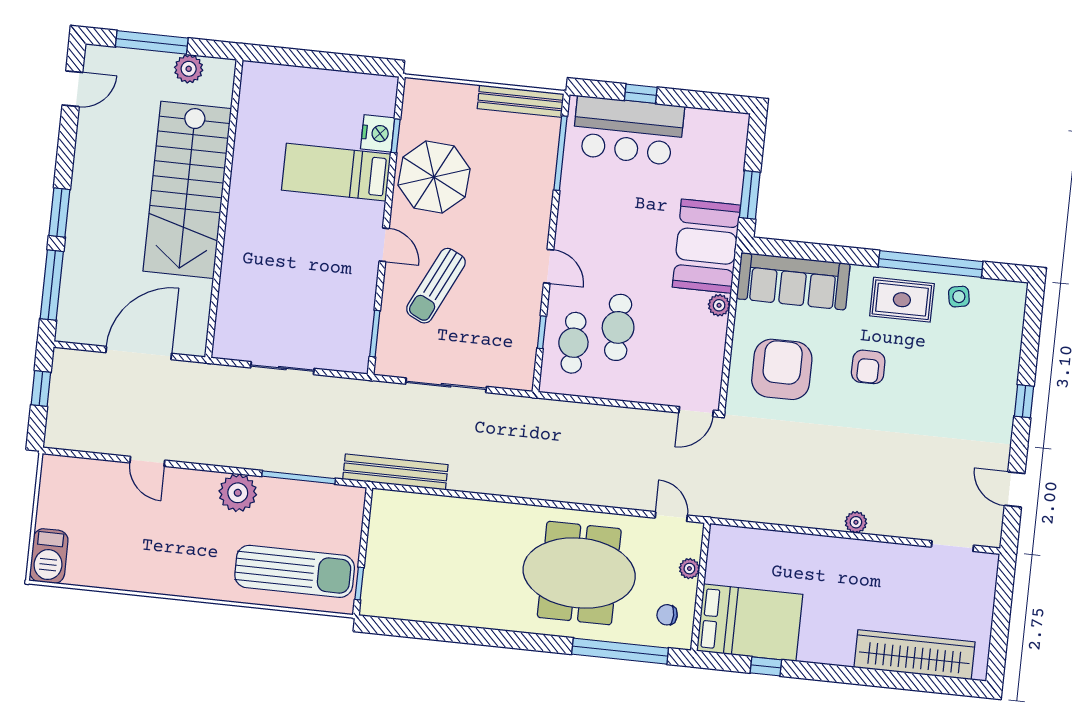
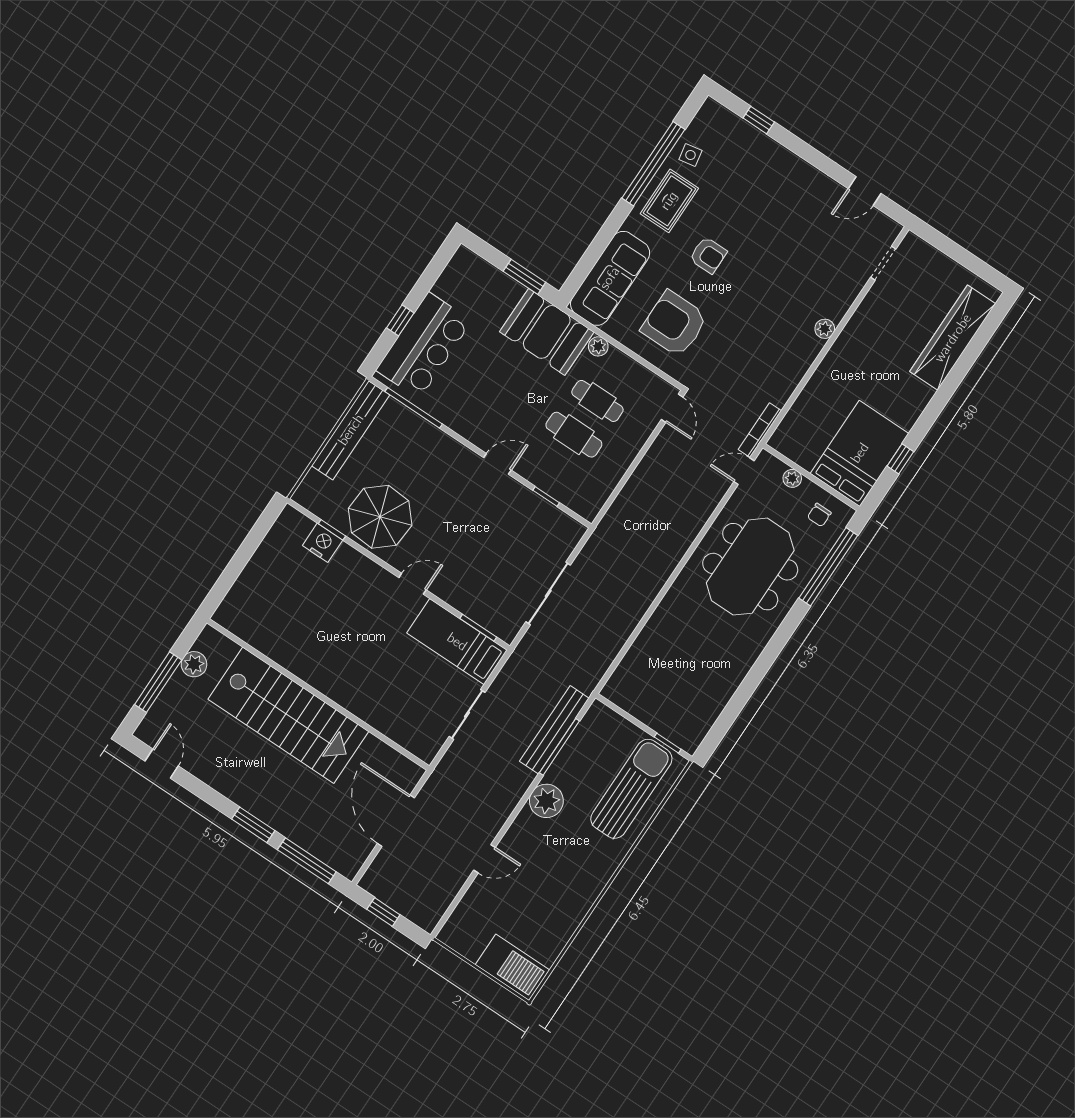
bench: (521, 101) -> (351, 430), width x1.37, depth x1.21
bed: (336, 172) -> (457, 642), moved, turned 90
sun lounger: (436, 286) -> (466, 560), removed
cafe table: (573, 343) -> (597, 401), moved
window: (1024, 401) -> (759, 120), moved
bench: (395, 472) -> (554, 730), moved
bookcase: (721, 511) -> (760, 430), added
barbecue: (49, 556) -> (512, 967), width x1.37, depth x1.21

